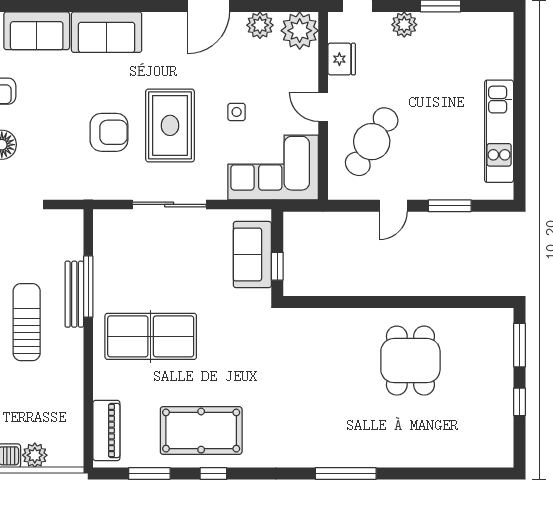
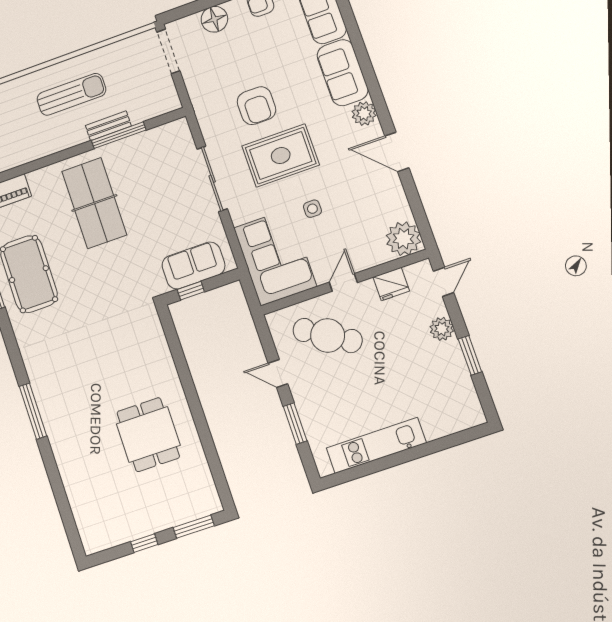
plant: (260, 25) -> (364, 114), moved
bench: (74, 294) -> (108, 126), width x0.73
dining table: (410, 361) -> (148, 435), turned 90

